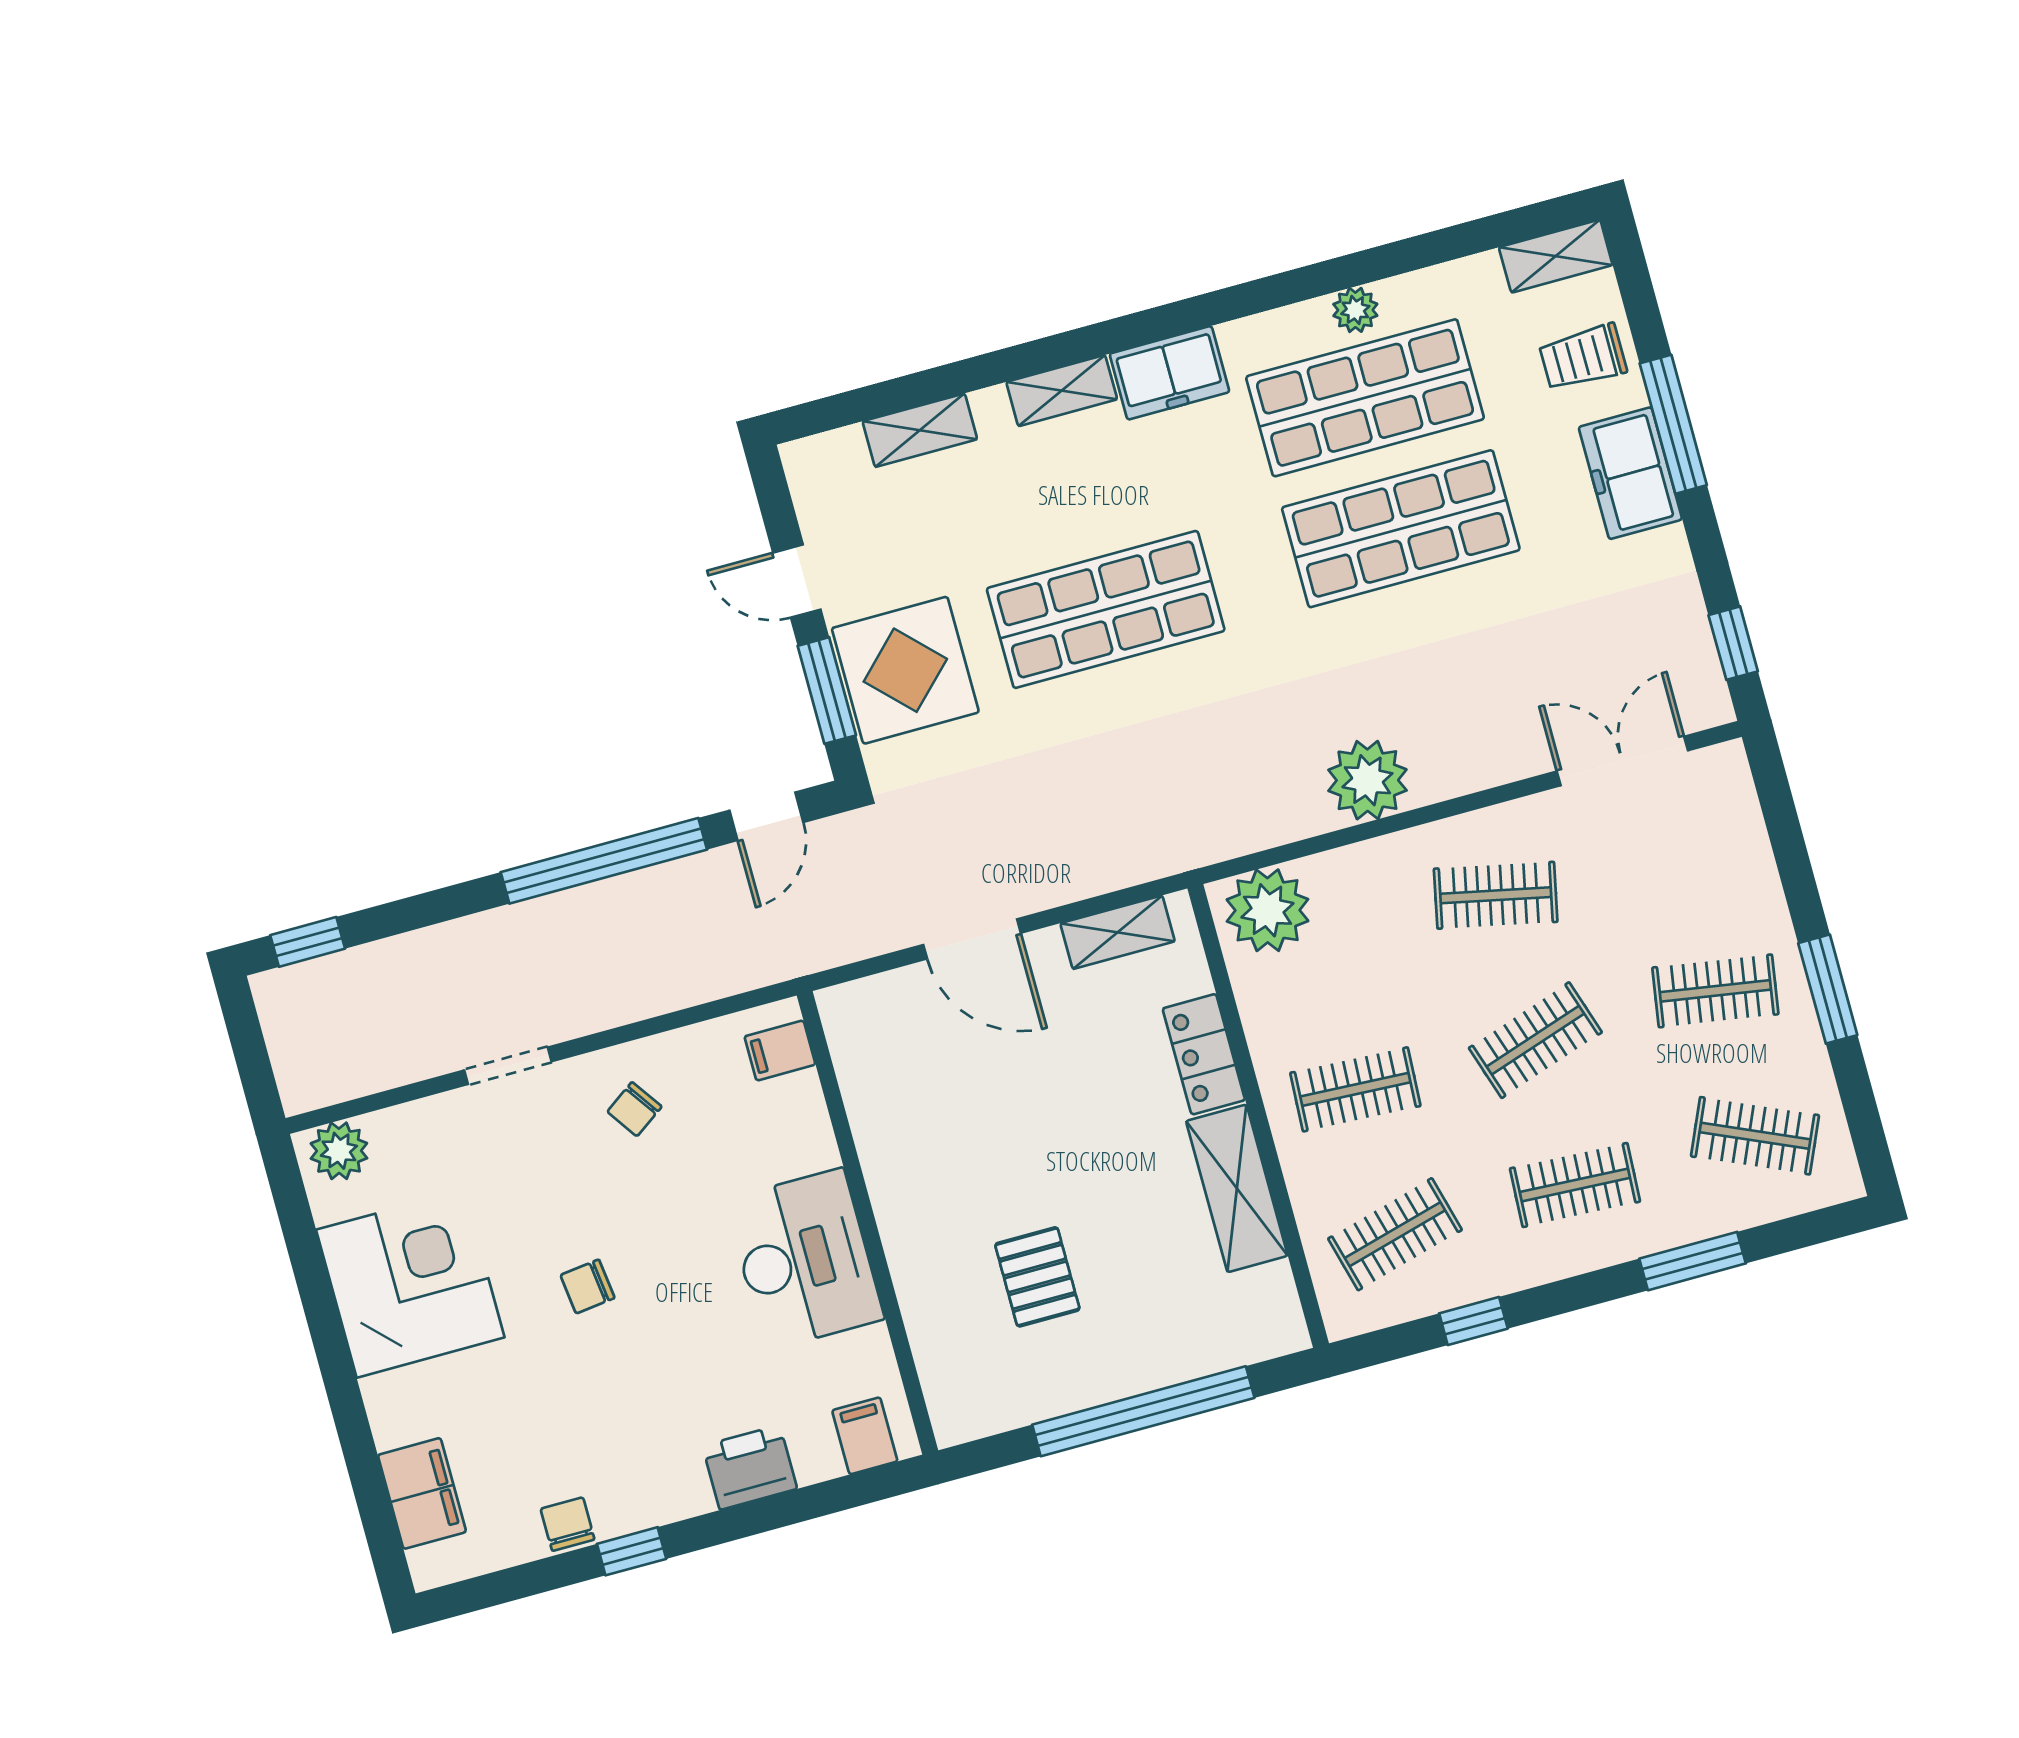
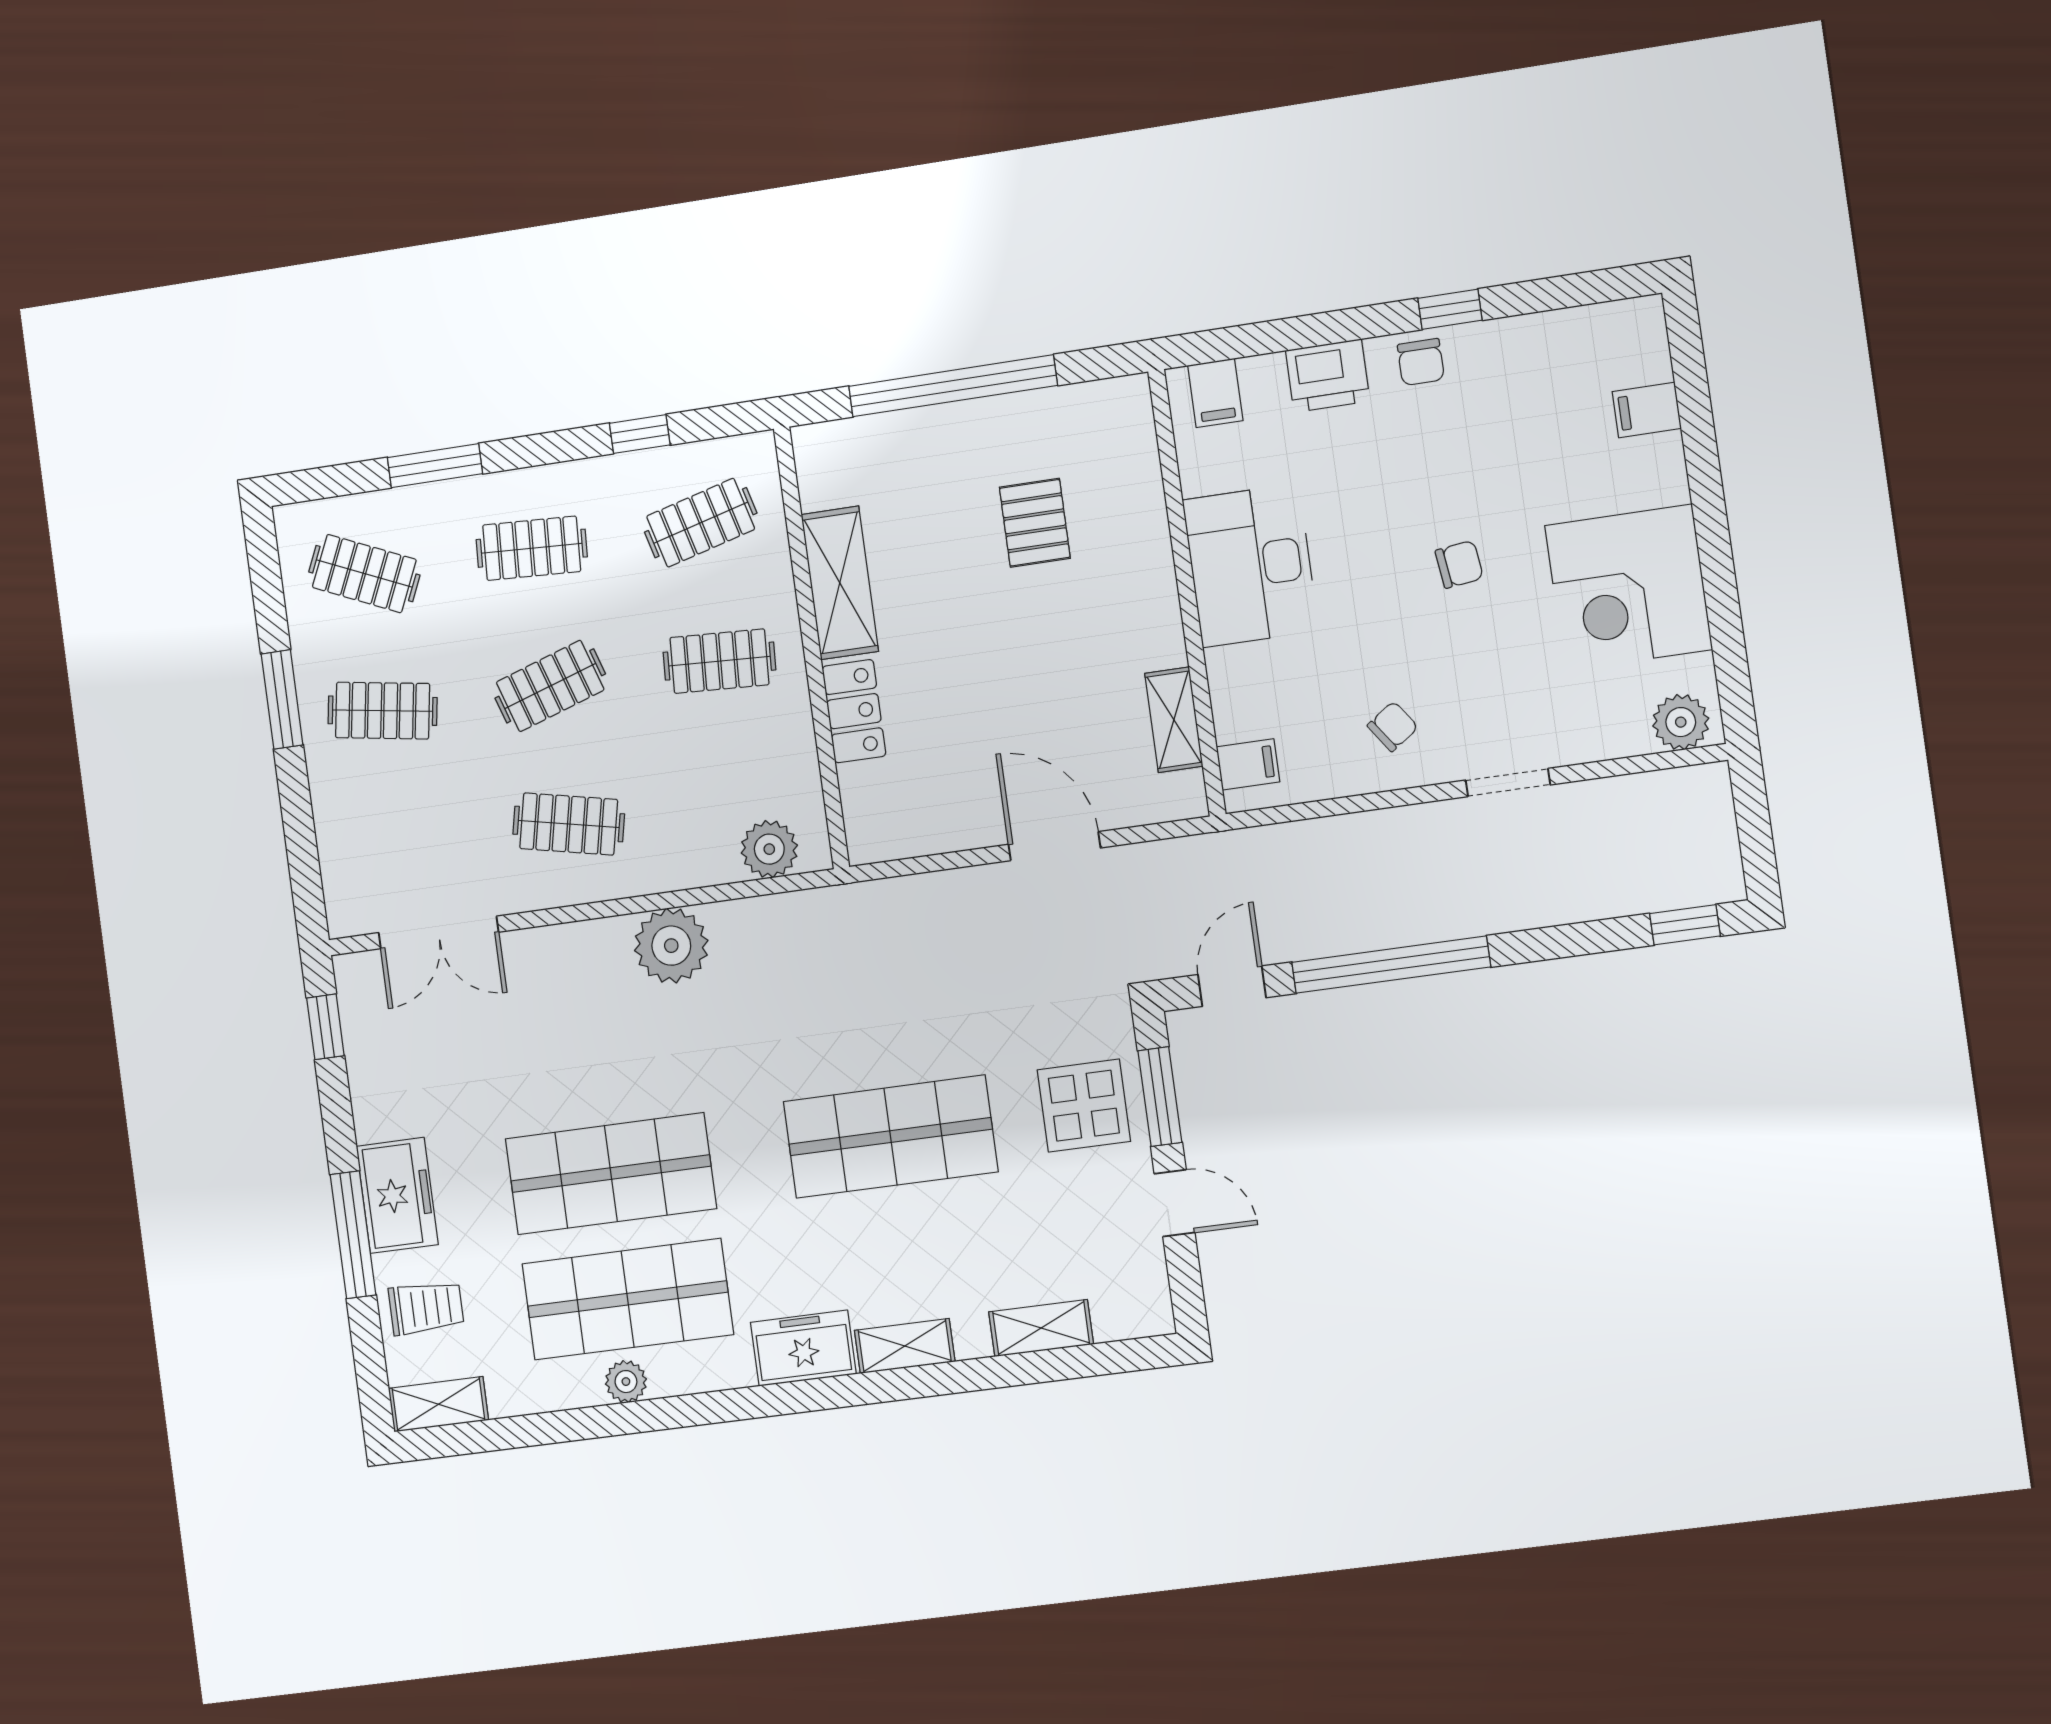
display table: (905, 670) -> (1084, 1106), width x0.73, depth x0.73
plant: (1267, 910) -> (769, 849), width x0.73, depth x0.73
shelving: (1118, 932) -> (1174, 720), moved, turned 90
filing cabinet: (422, 1493) -> (1647, 410), width x0.50
chair: (568, 1524) -> (1421, 362), moved

